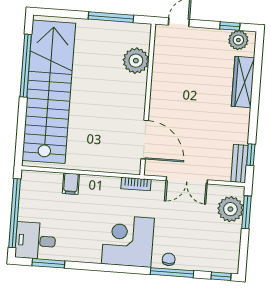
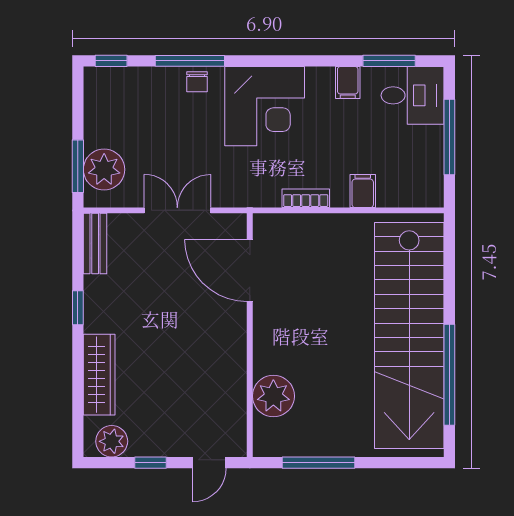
window: (230, 26) -> (150, 463), moved
window: (251, 155) -> (78, 308), moved
bookcase: (136, 184) -> (306, 198), moved
window: (15, 213) -> (449, 137), width x0.68
filing cabinet: (75, 252) -> (348, 83), added

